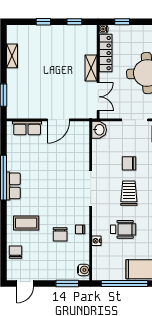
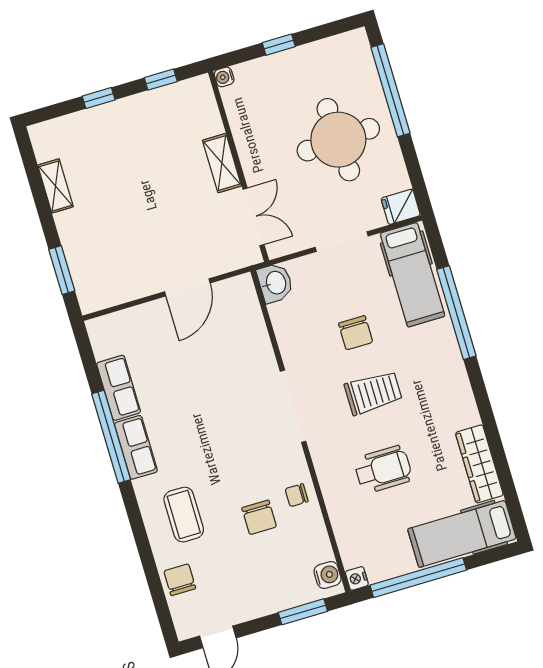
window: (122, 22) -> (279, 45), moved
locker: (106, 53) -> (243, 124), removed
row of seats: (27, 128) -> (119, 388), moved, turned -90
chair: (129, 163) -> (356, 333), turned -90
trolley: (129, 193) -> (373, 393), turned 90
coffee table: (26, 223) -> (184, 515), turned 90
nightstand: (96, 241) -> (357, 578), moved

